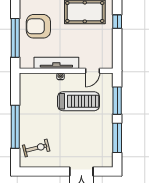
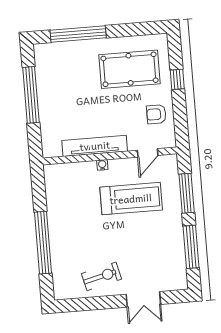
armchair: (38, 26) -> (156, 114), moved, width x0.53, depth x0.53
window: (15, 38) -> (31, 95), moved
exercise bike: (36, 148) -> (101, 276), moved

